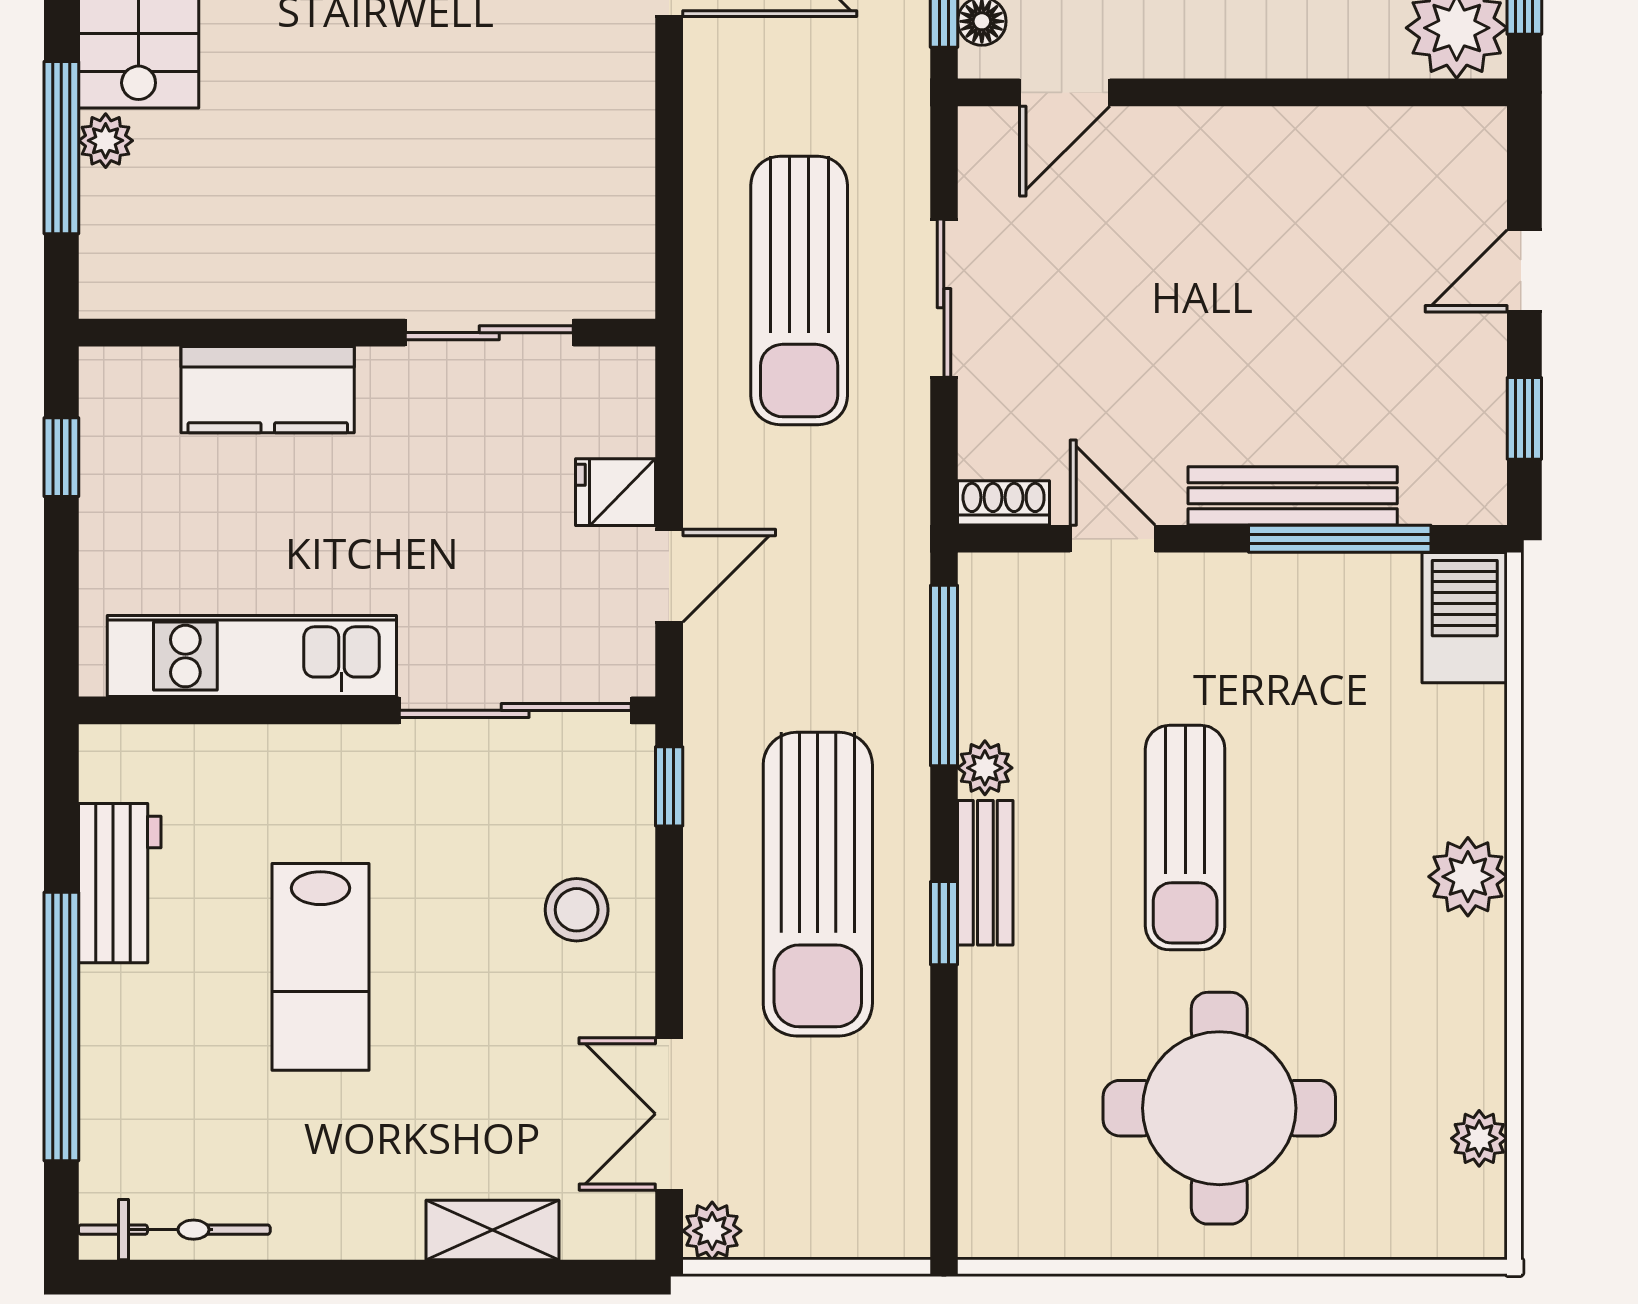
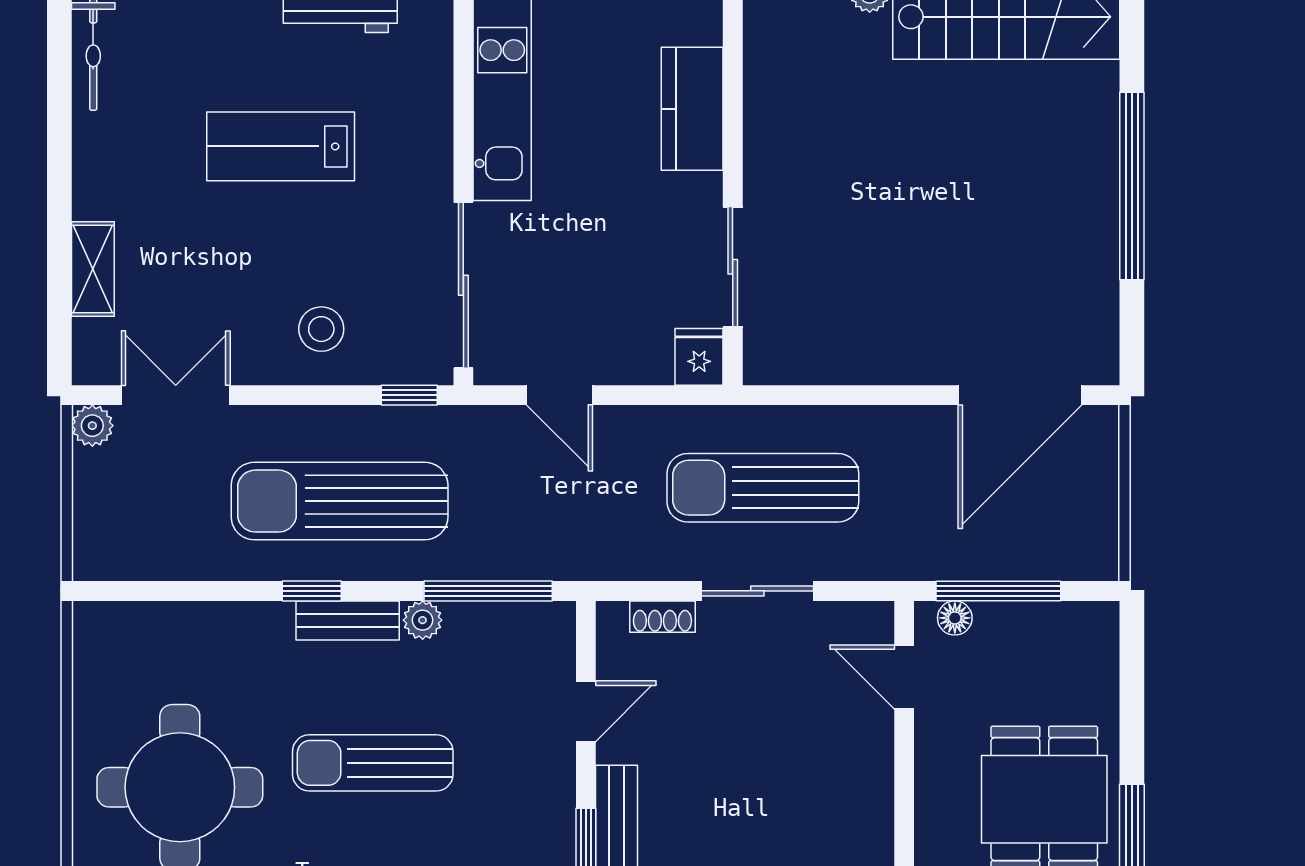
fridge: (616, 492) -> (699, 357), moved
shoe rack: (1004, 503) -> (662, 617), moved, turned 90

